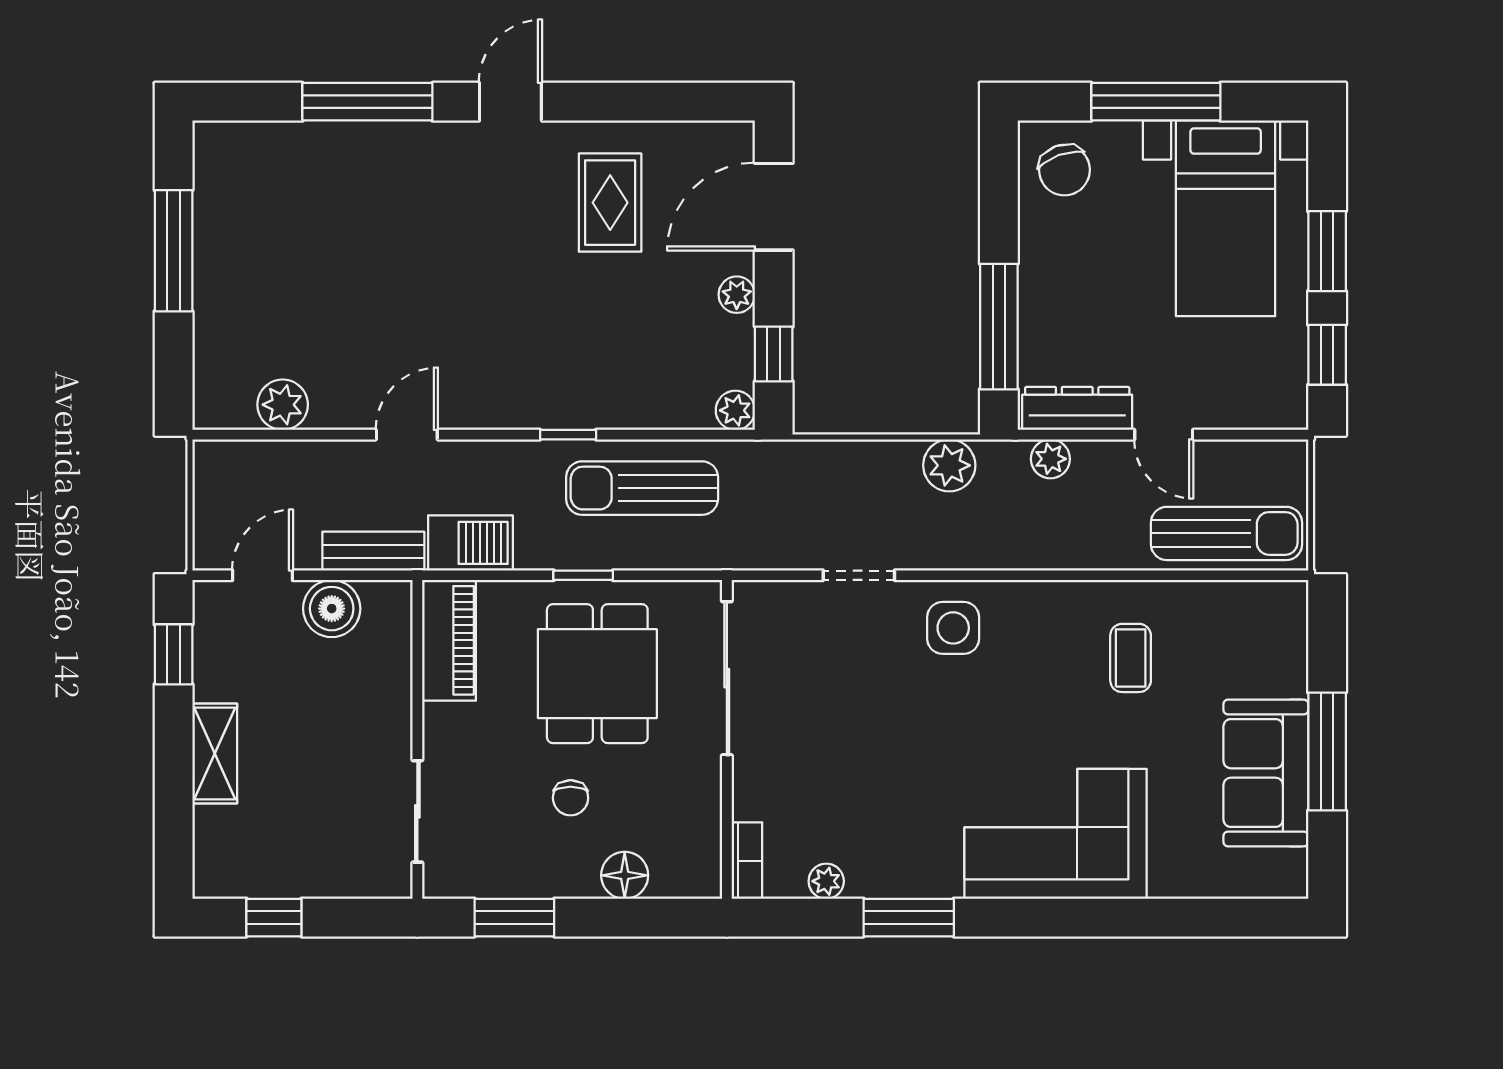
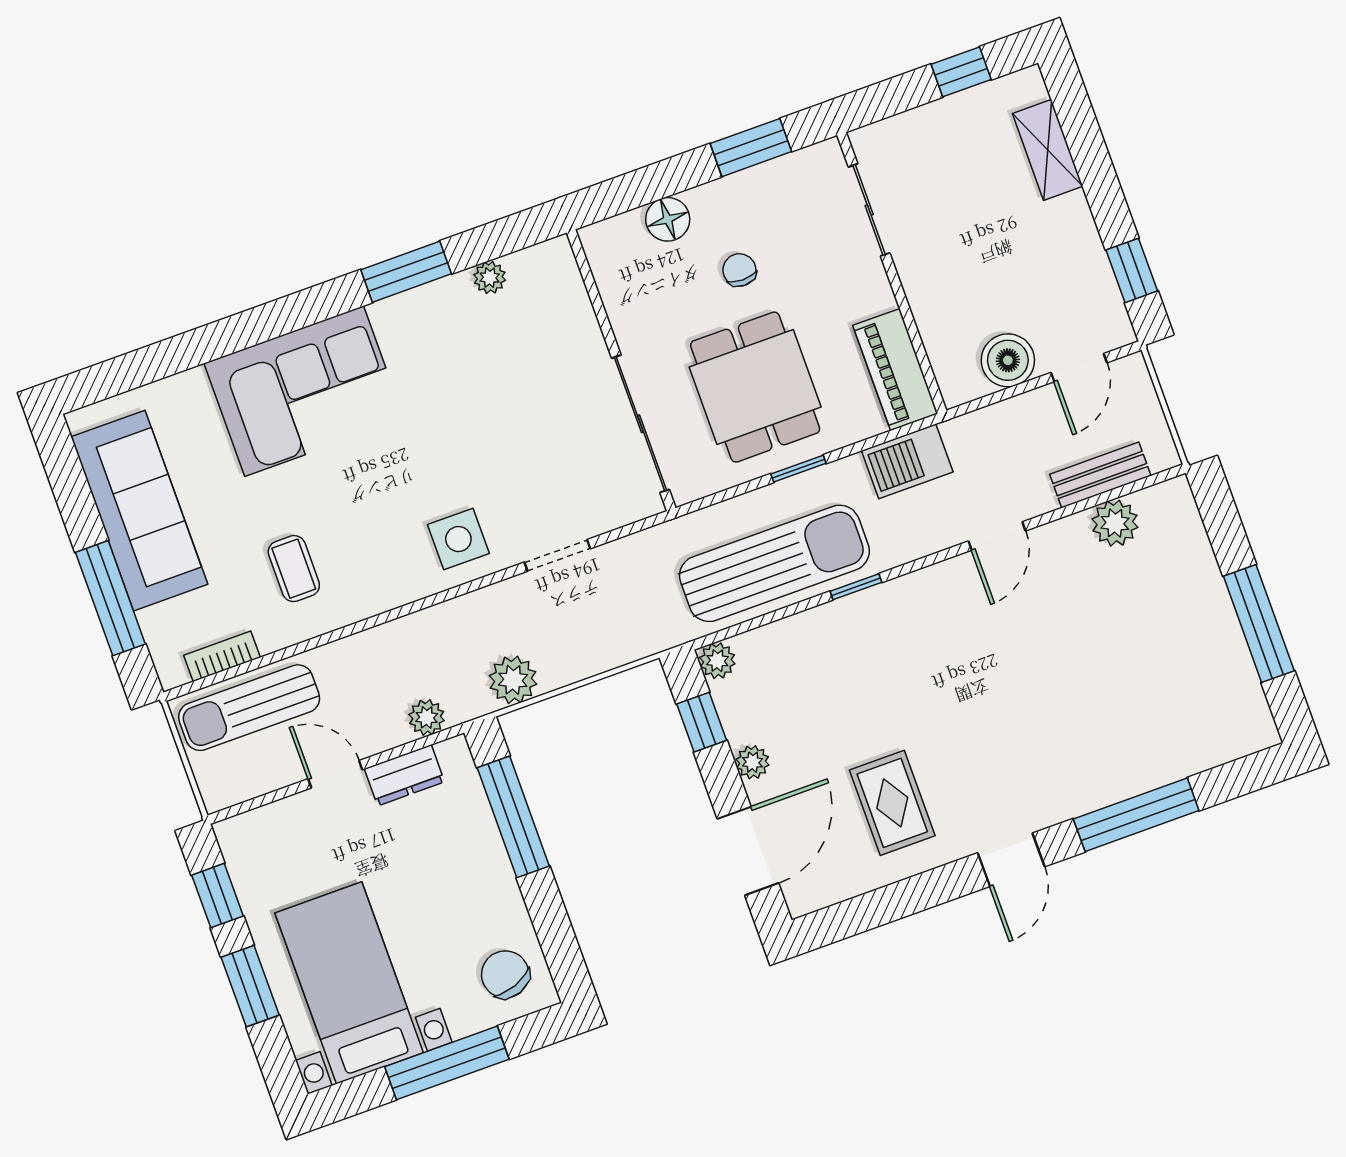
dresser: (1077, 408) -> (404, 775), width x0.70
sun lounger: (642, 488) -> (774, 563), width x1.36, depth x1.34
bench: (373, 551) -> (1100, 475), moved
window: (1327, 752) -> (110, 598), moved
shelving: (215, 753) -> (1048, 150), moved
sofa: (1266, 773) -> (139, 511), width x1.36
bookcase: (747, 861) -> (222, 656), moved, turned 90

